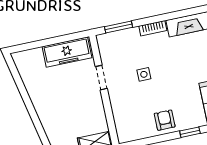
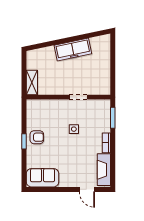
freezer: (67, 52) -> (73, 49), moved, turned -102
window: (190, 132) -> (24, 141), moved

